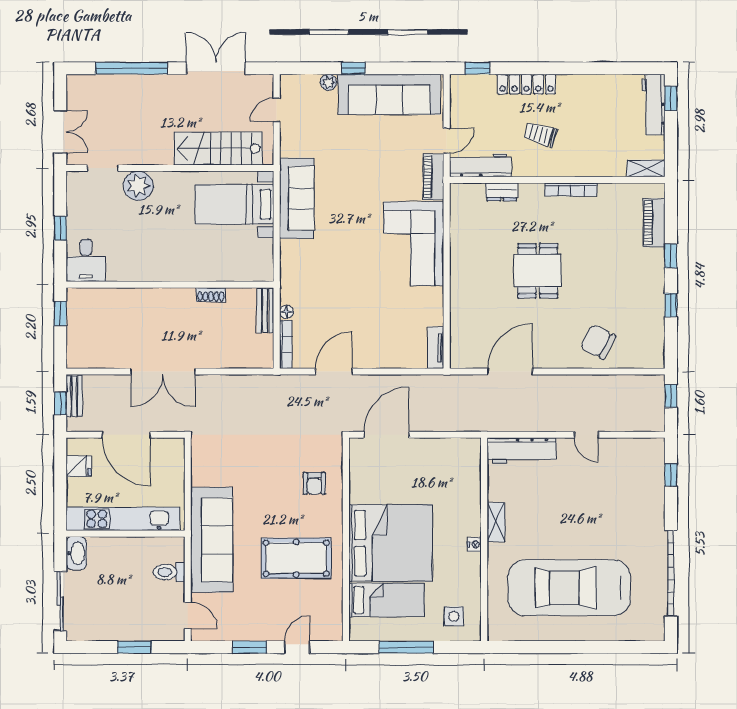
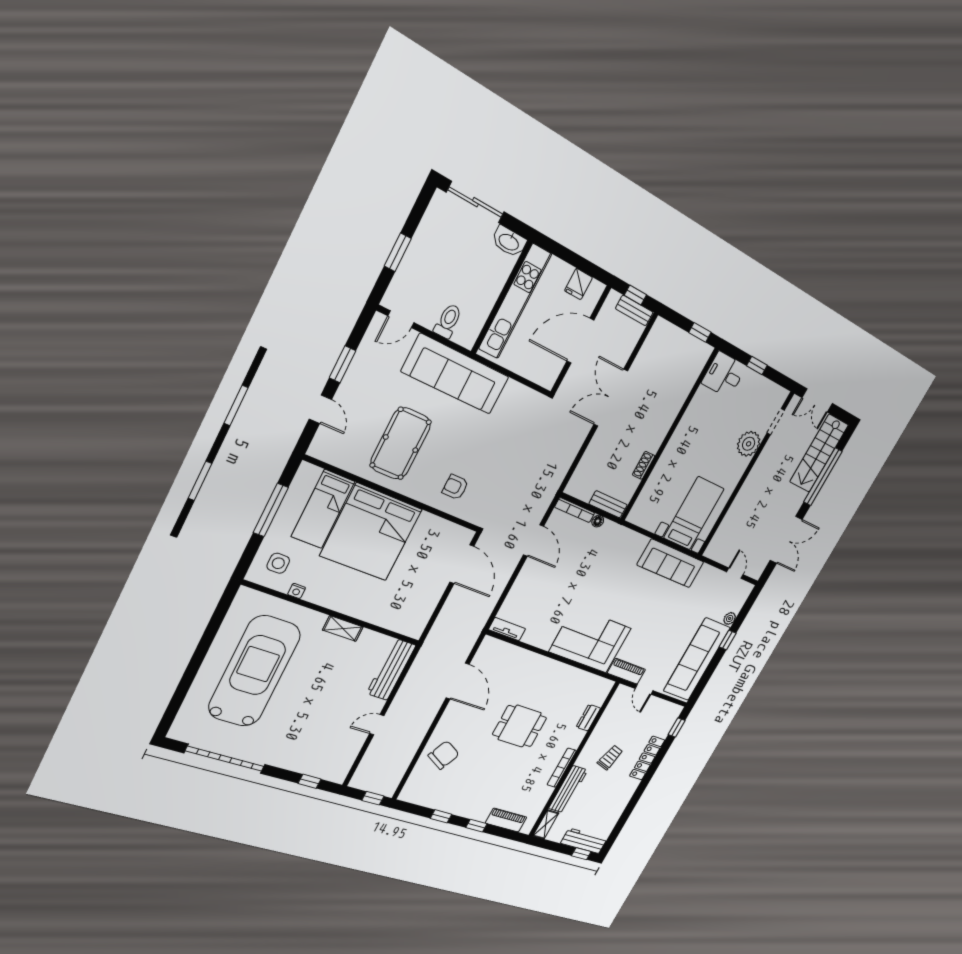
stairs: (218, 148) -> (819, 453), moved, turned 180
workbench: (480, 165) -> (568, 789), moved
nightstand: (474, 545) -> (297, 591), moved

